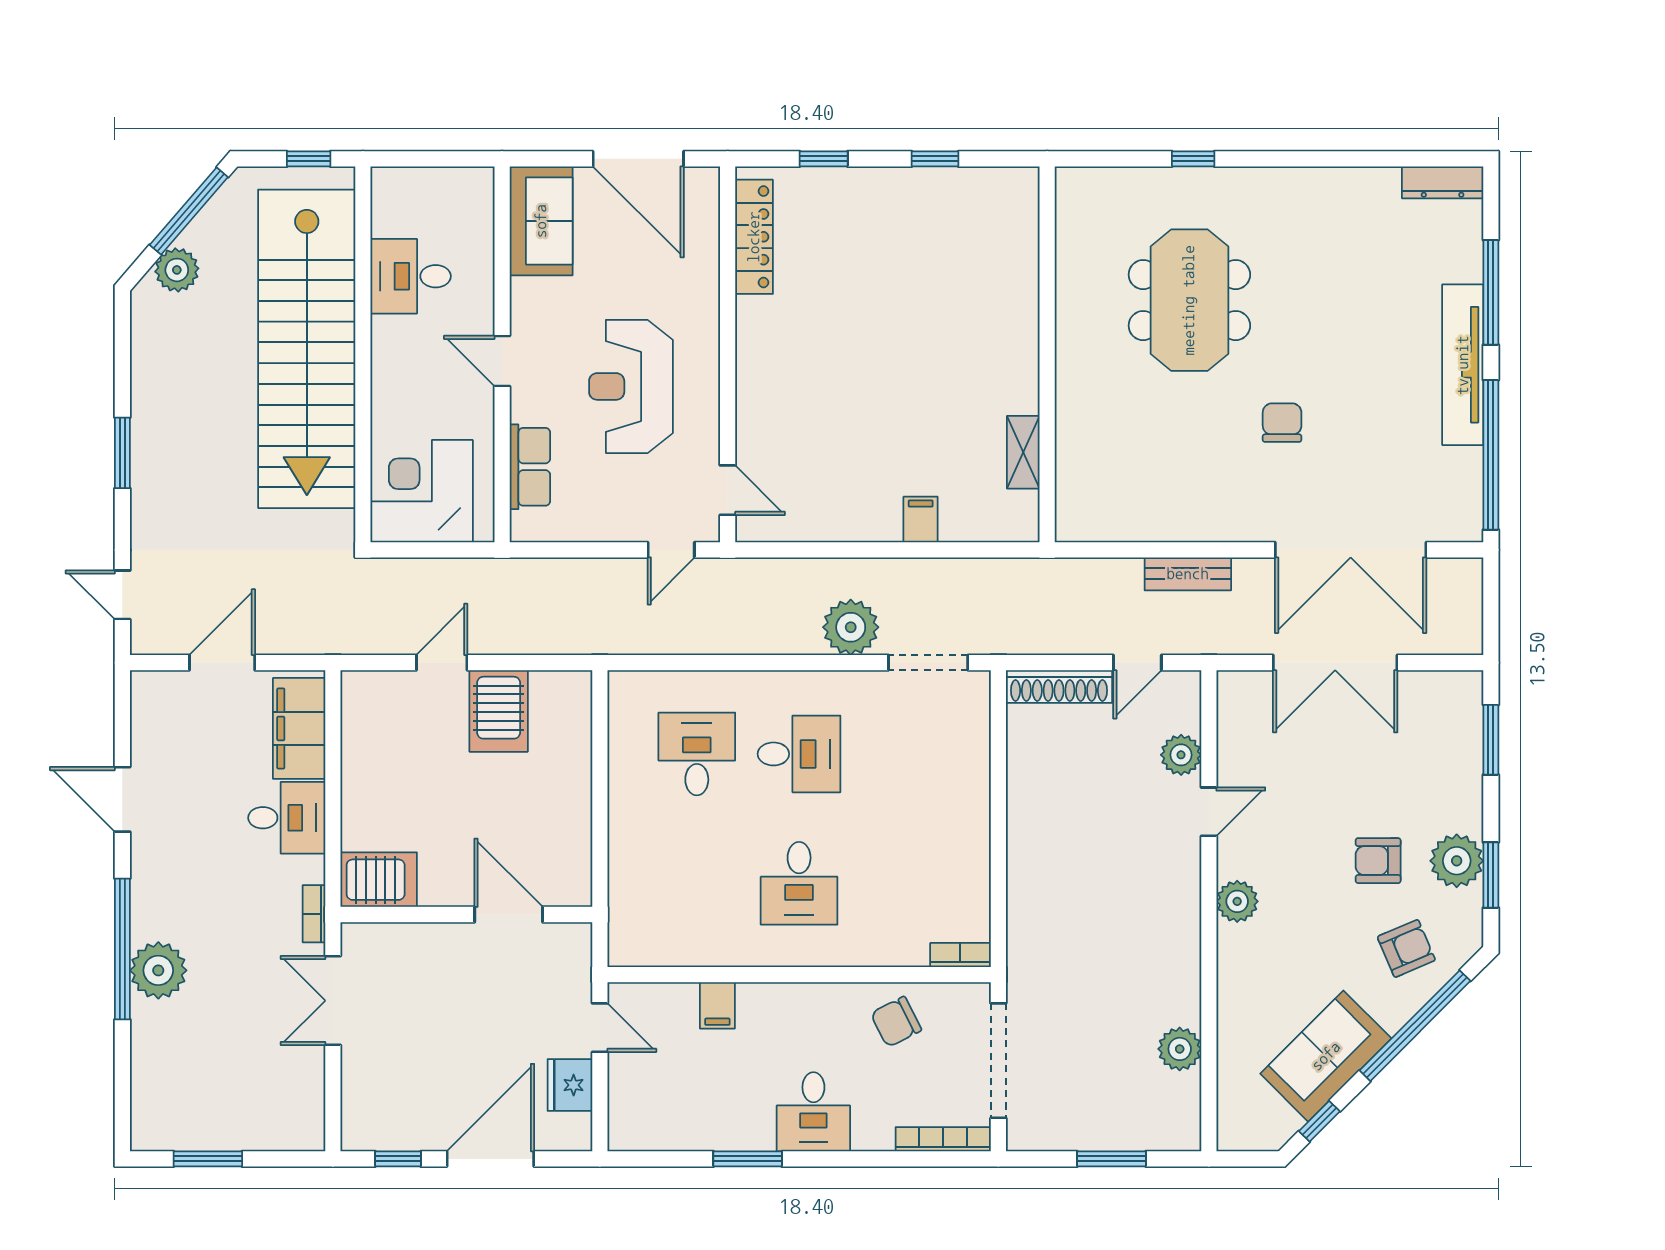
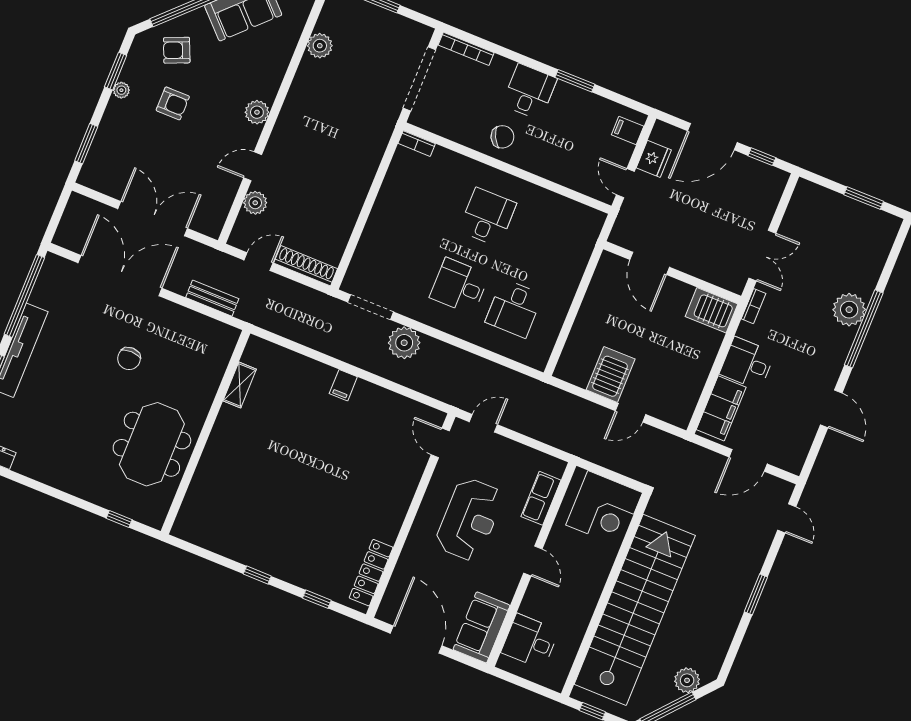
desk: (411, 276) -> (530, 641), moved, turned 180
wall: (1047, 354) -> (206, 432), moved
shelving: (1023, 452) -> (240, 385), moved
plant: (1457, 861) -> (121, 90), width x0.53, depth x0.53
filing cabinet: (717, 1005) -> (628, 130), moved, turned -90
chair: (896, 1022) -> (502, 137), moved

